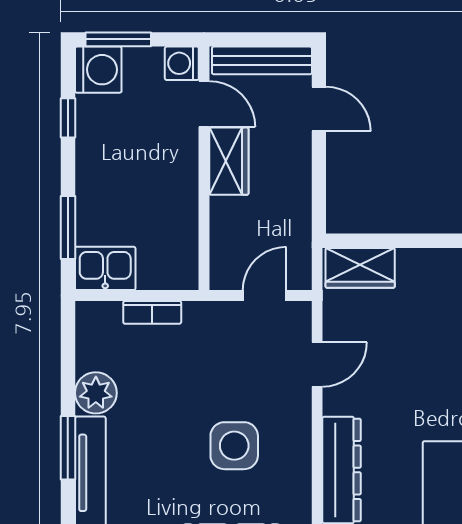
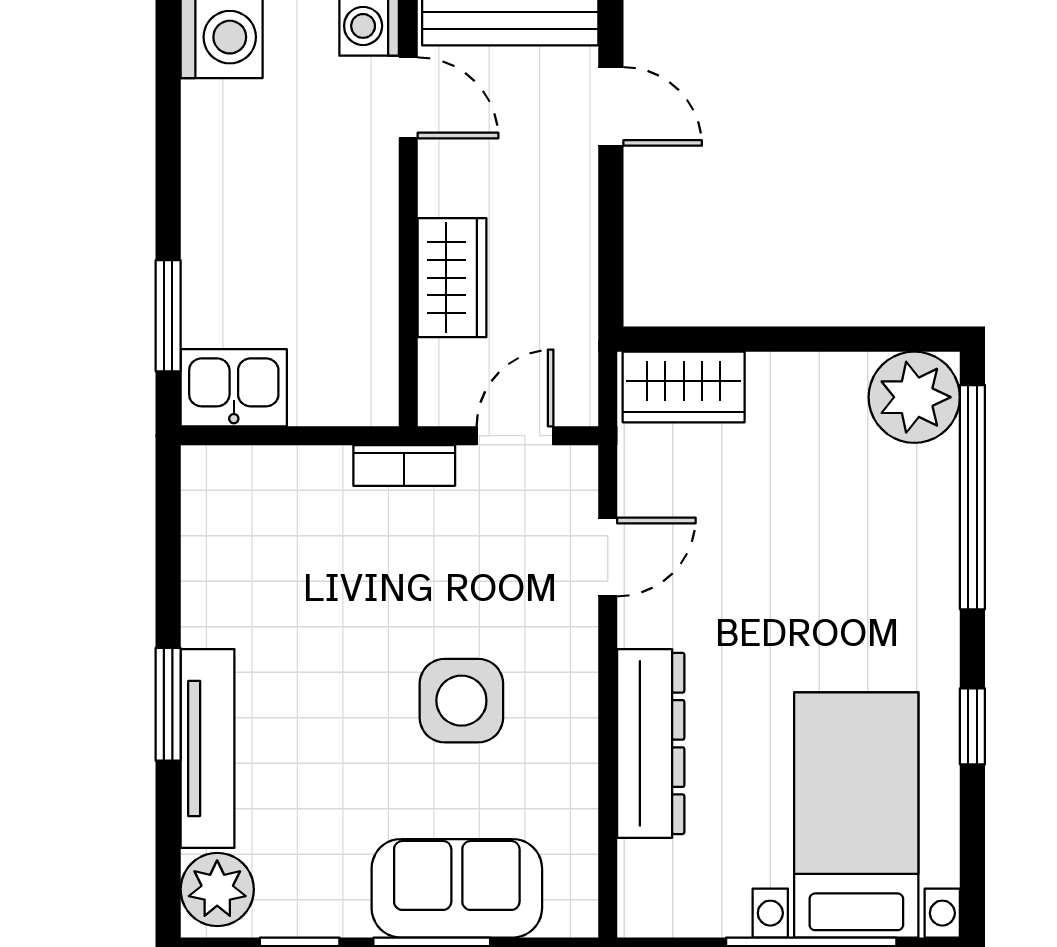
window: (68, 118) -> (168, 122), removed
wardrobe: (229, 161) -> (452, 278), moved
bookcase: (152, 312) -> (404, 465), moved
plant: (96, 393) -> (217, 607), removed

